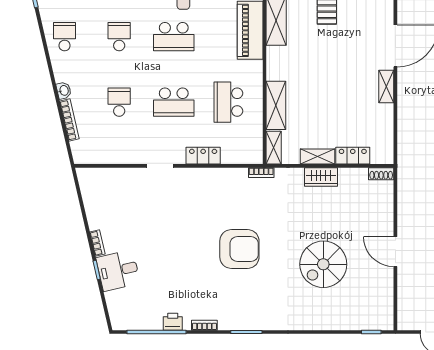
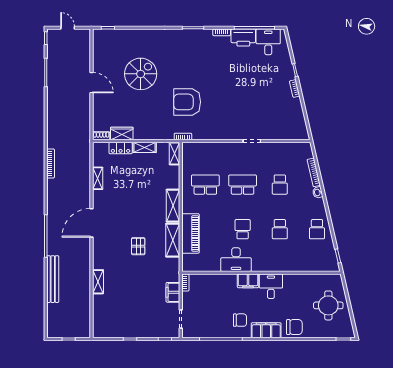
school desk: (174, 37) -> (243, 229), width x0.54
shelving: (386, 87) -> (98, 178), moved
school desk: (228, 102) -> (205, 185), turned -90
shelving: (276, 105) -> (173, 206), moved
locker: (203, 156) -> (223, 148), removed
wardrobe: (321, 177) -> (122, 133), moved
armchair: (239, 249) -> (187, 102), moved
desk: (118, 271) -> (268, 42), moved, turned -77
printer: (173, 322) -> (243, 38), width x1.87, depth x1.48

